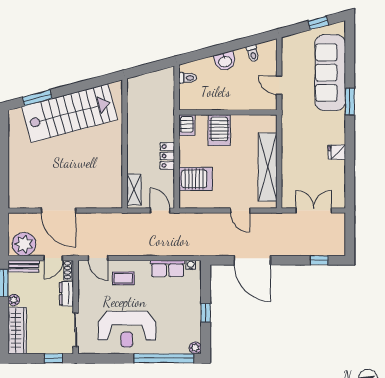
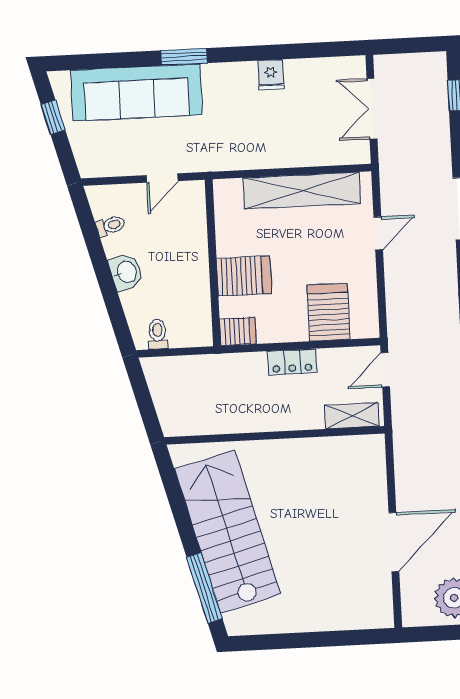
window: (37, 98) -> (204, 588), width x1.44

